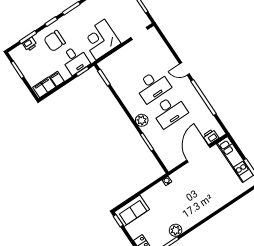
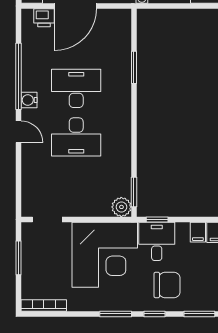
corner desk: (100, 40) -> (105, 255), width x1.36, depth x1.36
printer: (30, 44) -> (203, 303), removed
desk: (153, 86) -> (76, 137), turned 180
water cooler: (190, 89) -> (29, 100), added
plant: (142, 120) -> (121, 207), moved

